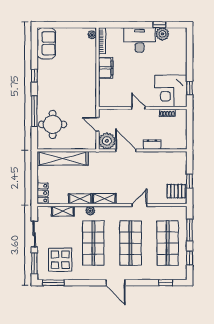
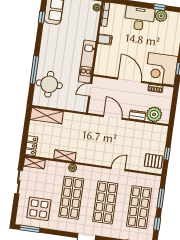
filing cabinet: (106, 68) -> (105, 40), width x0.50
window: (34, 76) -> (42, 17), moved
kitchen unit: (90, 94) -> (87, 62), added
door: (138, 108) -> (130, 80), width x1.87
door: (97, 124) -> (90, 90), hinge flipped
plant: (107, 141) -> (154, 114), moved
shelving: (63, 158) -> (47, 116), width x0.68
shelving: (104, 199) -> (87, 159), removed
shelving: (63, 211) -> (34, 163), moved
window: (34, 263) -> (15, 209), removed

